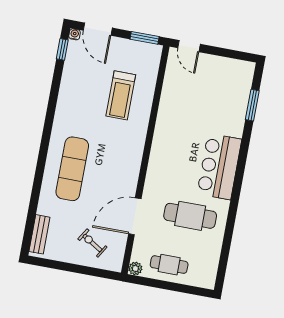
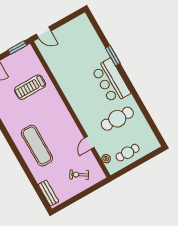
treadmill: (121, 95) -> (30, 87), turned 90
window: (252, 105) -> (113, 56), moved
door: (135, 216) -> (89, 143), width x0.53
plant: (135, 268) -> (106, 159), moved

